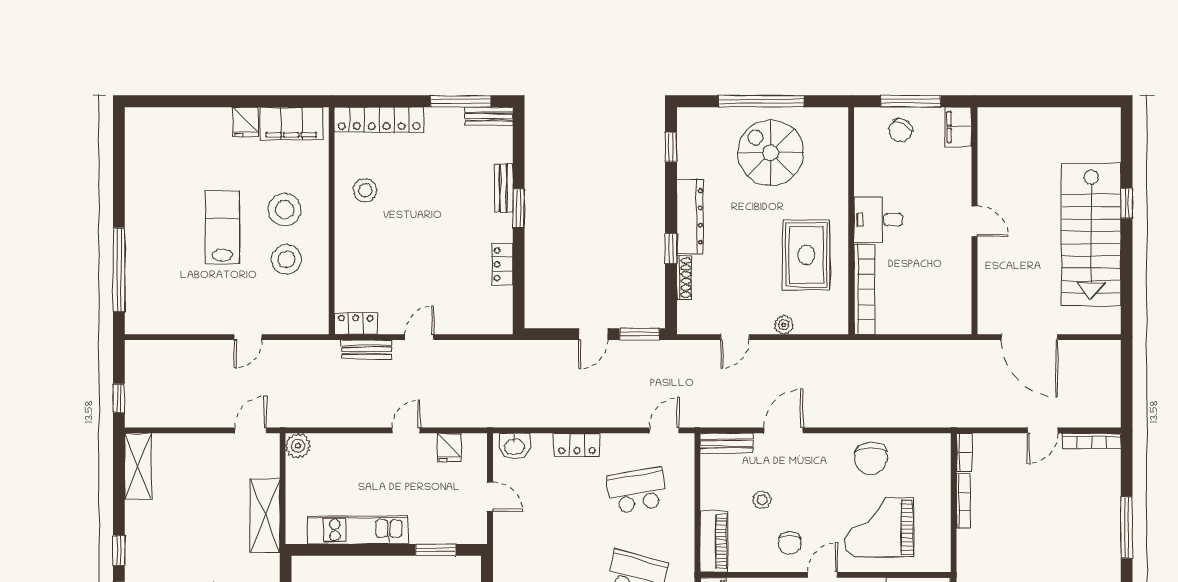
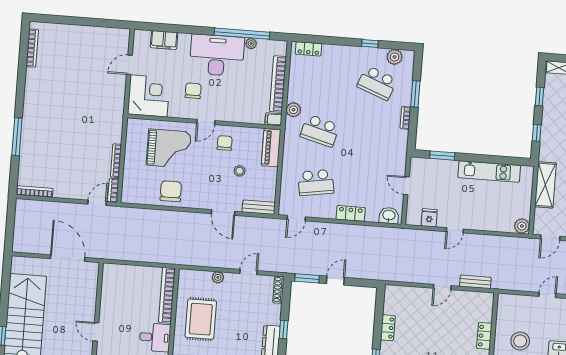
shoe rack: (684, 278) -> (278, 290), moved
locker: (356, 324) -> (484, 336), moved, turned 90
door: (784, 430) -> (223, 212), hinge flipped
door: (1043, 430) -> (97, 203), moved

